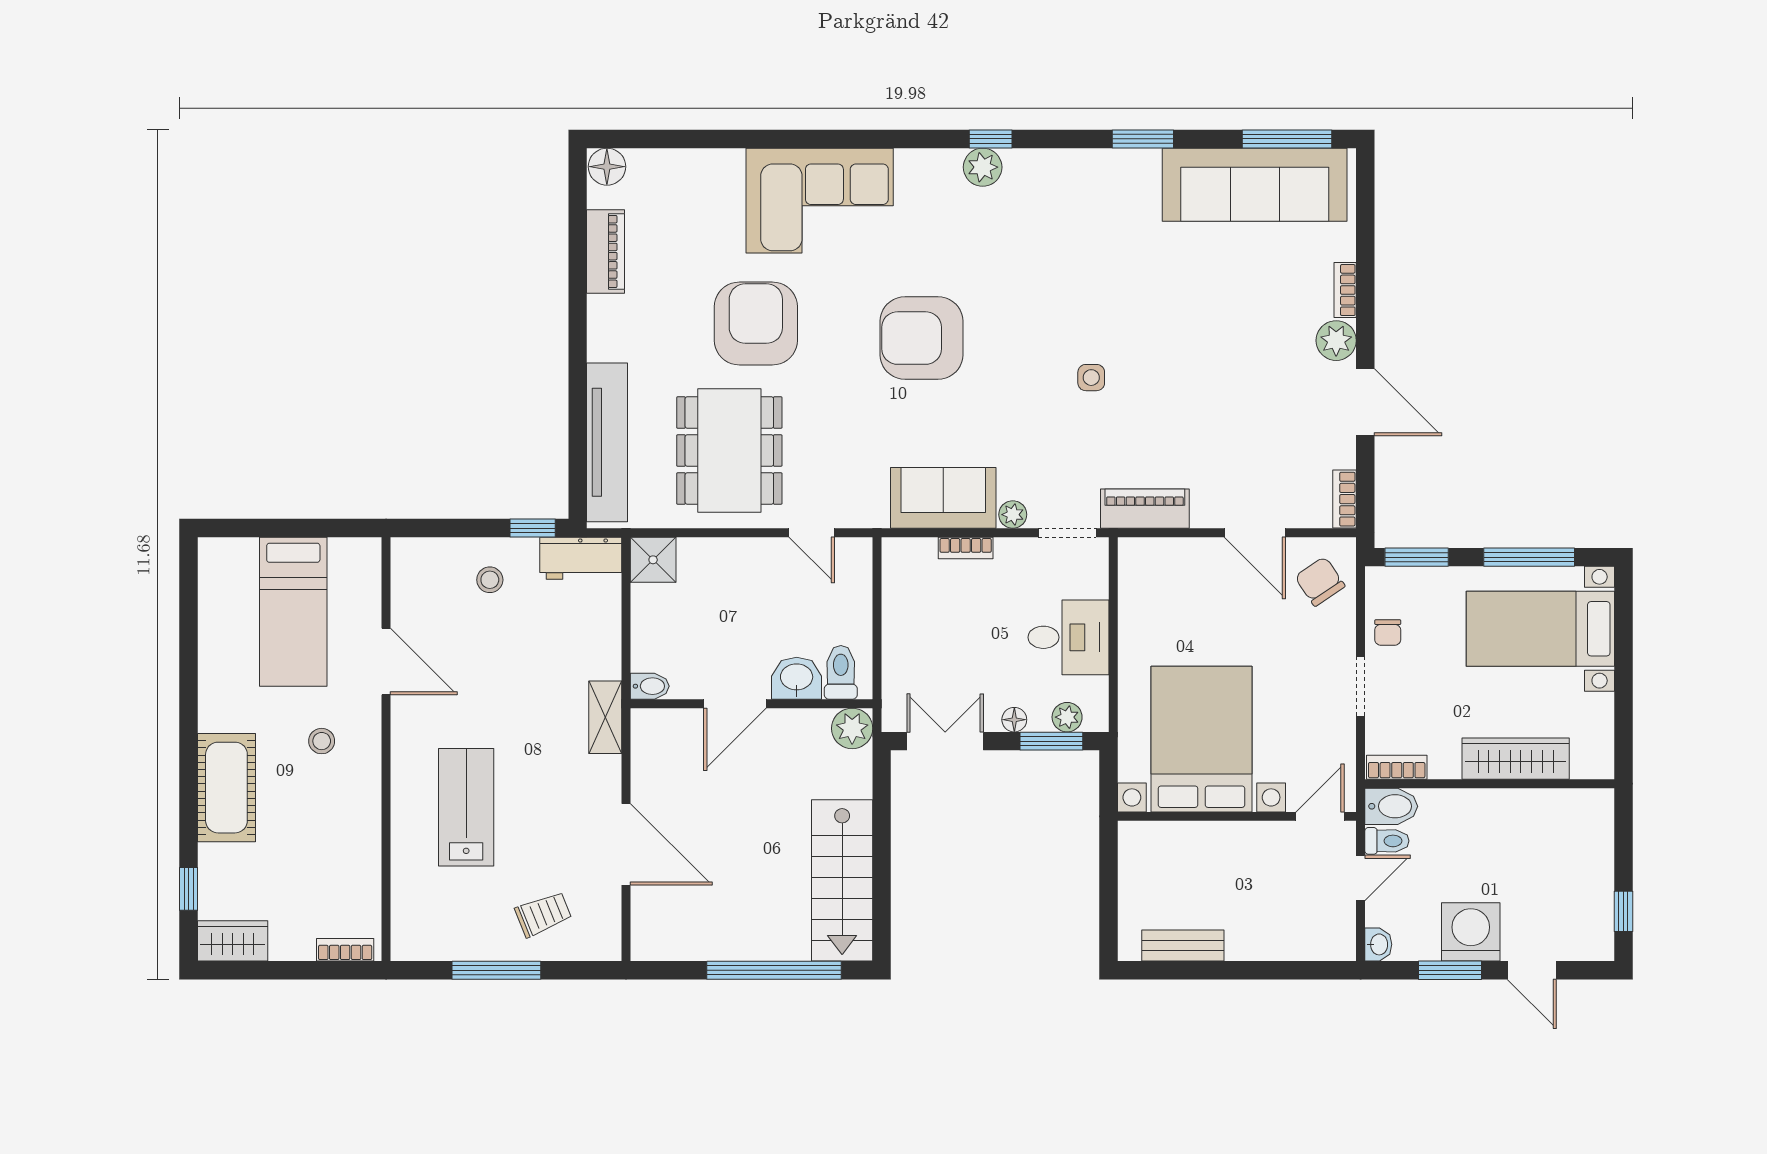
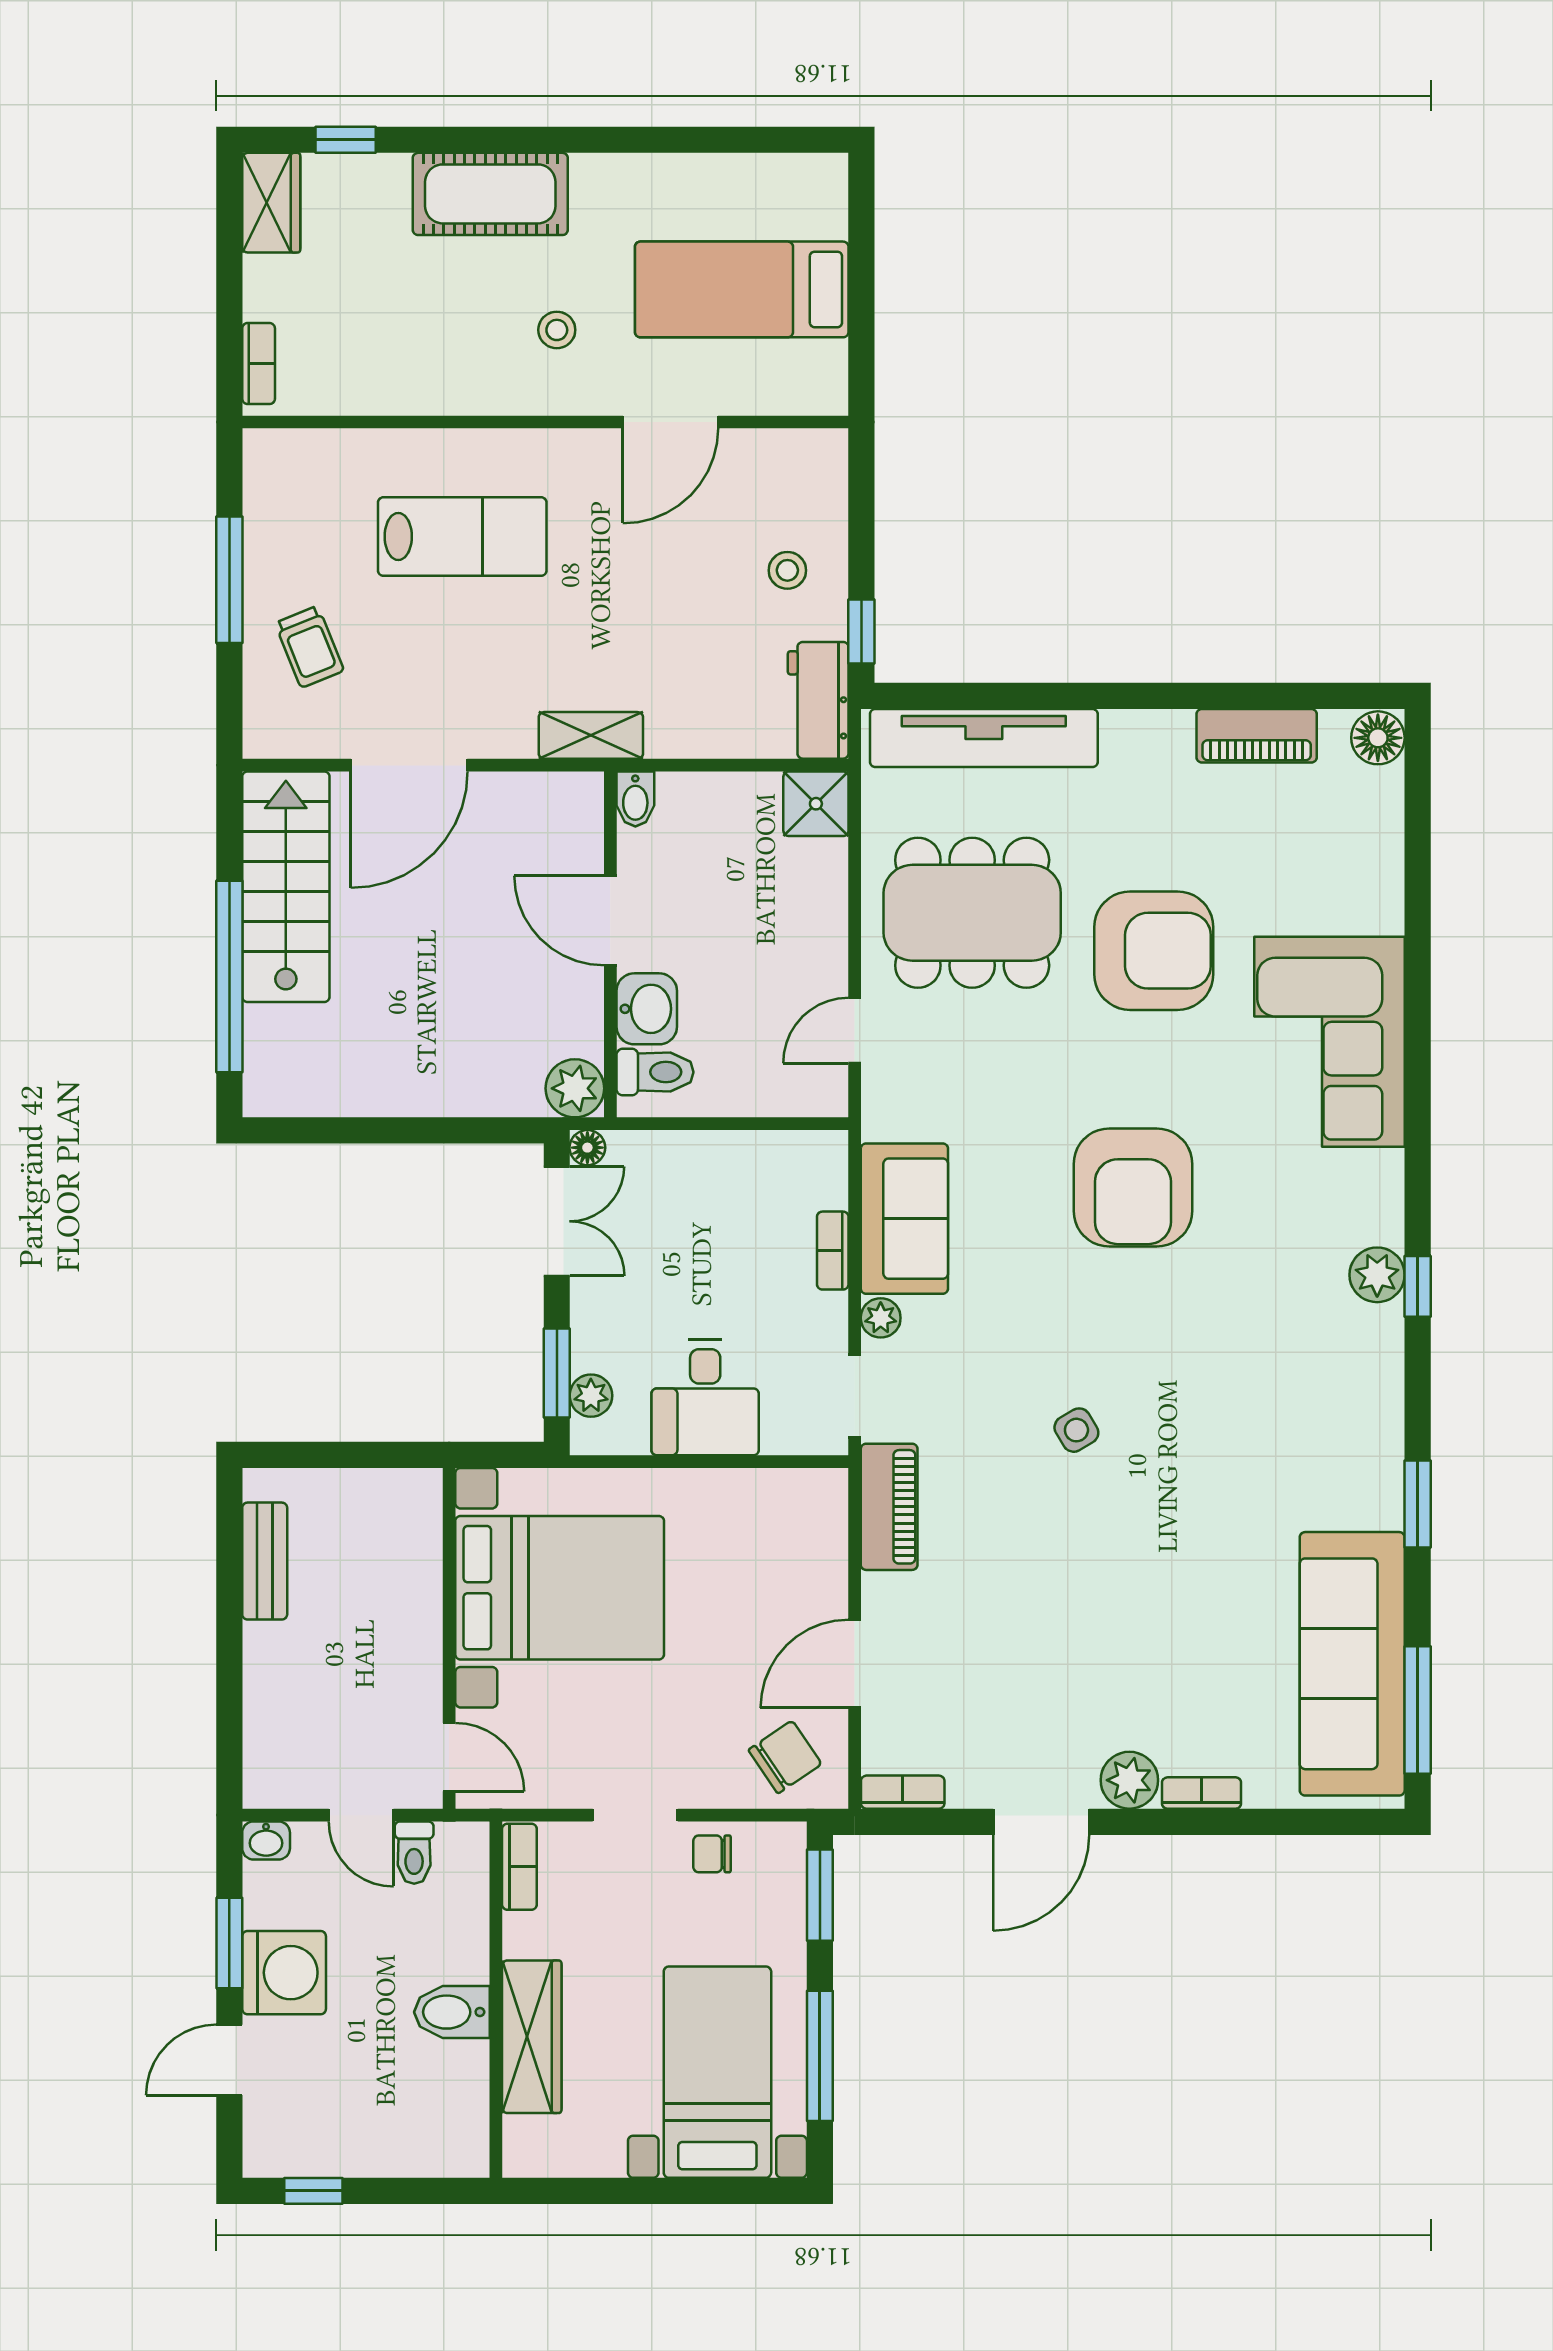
armchair: (922, 338) -> (1133, 1188), turned 180
side table: (1091, 378) -> (1076, 1430), turned -31
floor lamp: (1014, 720) -> (587, 1148), moved
bidet: (1391, 806) -> (452, 2012), moved, turned 90
stairs: (842, 880) -> (286, 887), moved, turned 90

